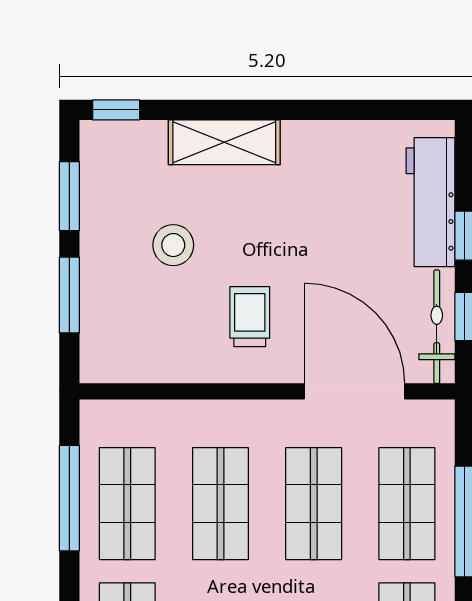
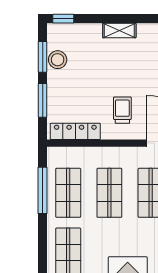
shelving: (224, 142) -> (119, 30), width x0.67, depth x0.75
stool: (173, 245) -> (58, 60), moved
locker: (143, 365) -> (75, 131), added

